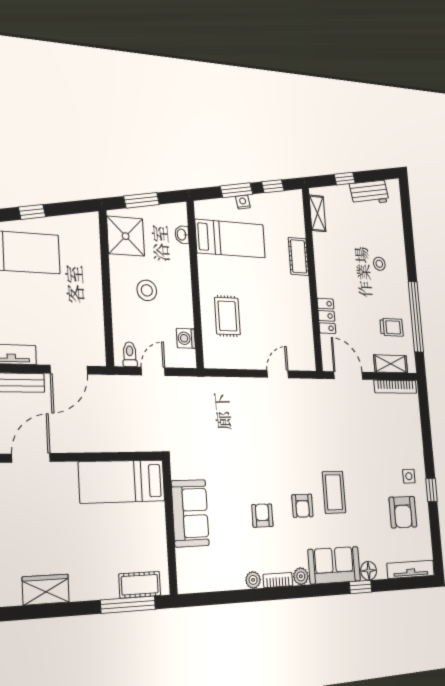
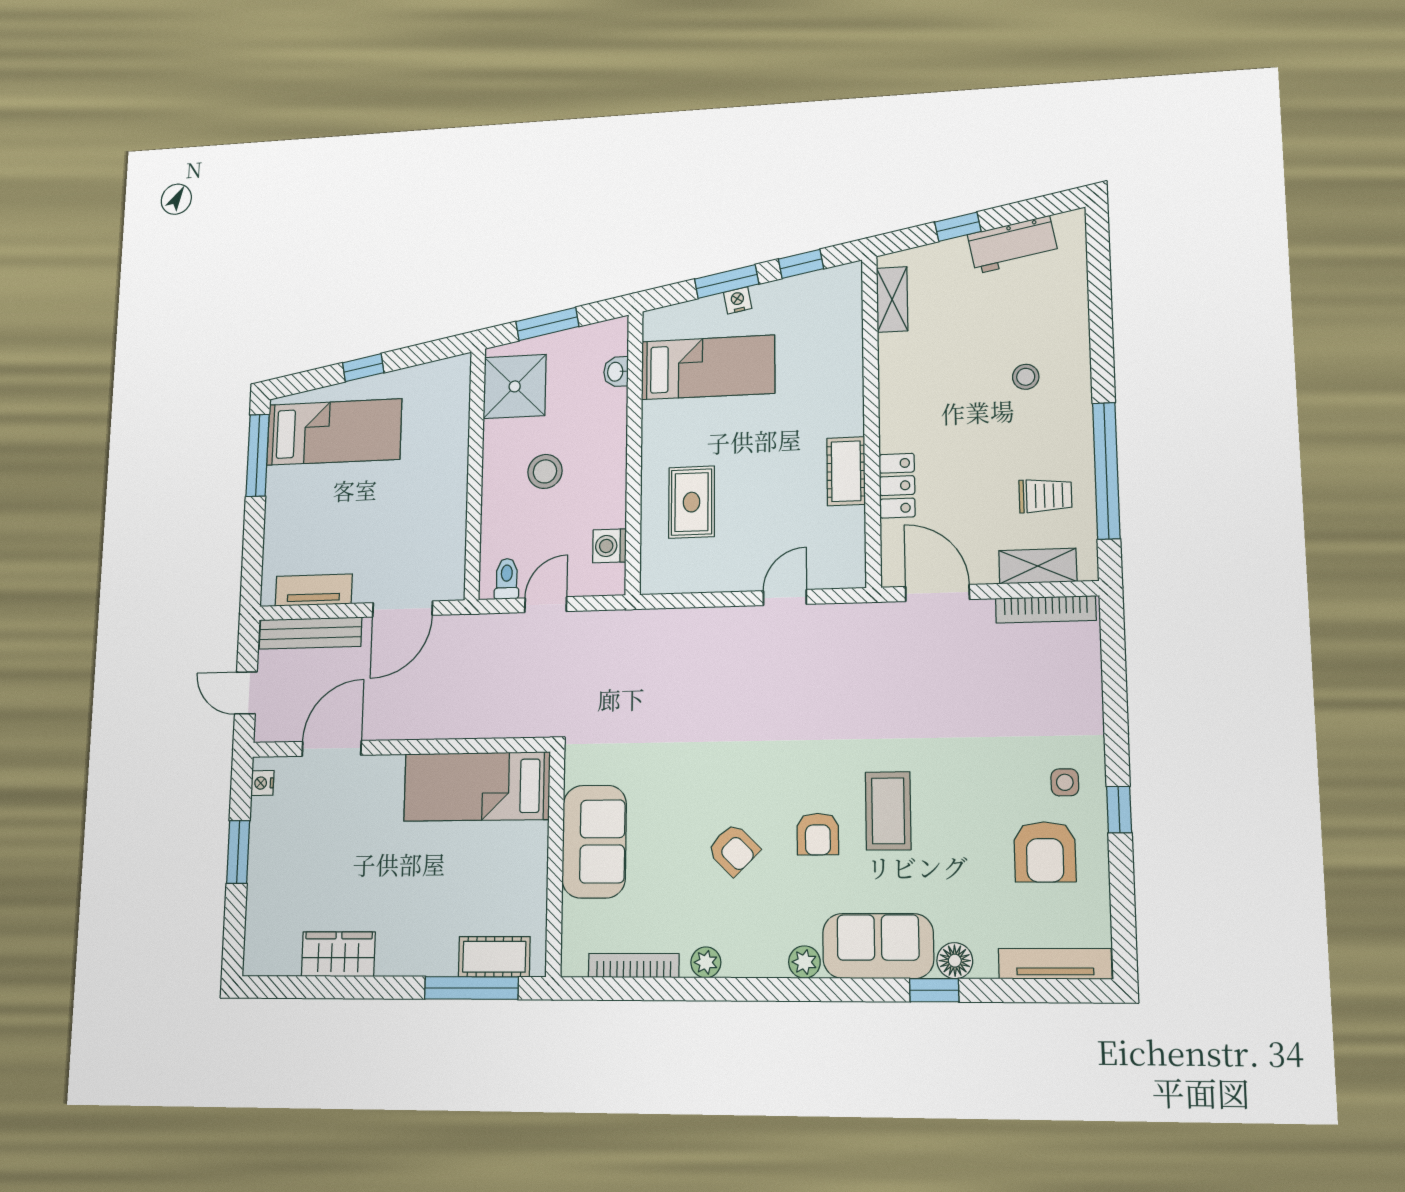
cot: (299, 256) -> (846, 471), moved
armchair: (262, 515) -> (733, 849), turned 135
bookcase: (278, 580) -> (634, 965), moved, width x1.56

